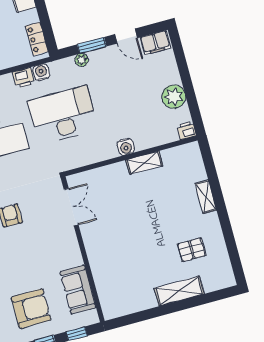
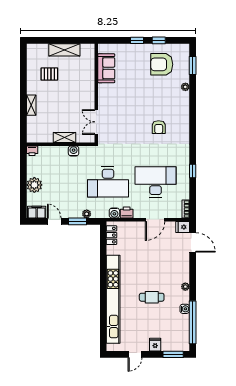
plant: (174, 97) -> (34, 185), moved
double door: (71, 207) -> (96, 122), moved
wall: (83, 249) -> (96, 93), moved
sofa: (78, 290) -> (106, 68), moved

